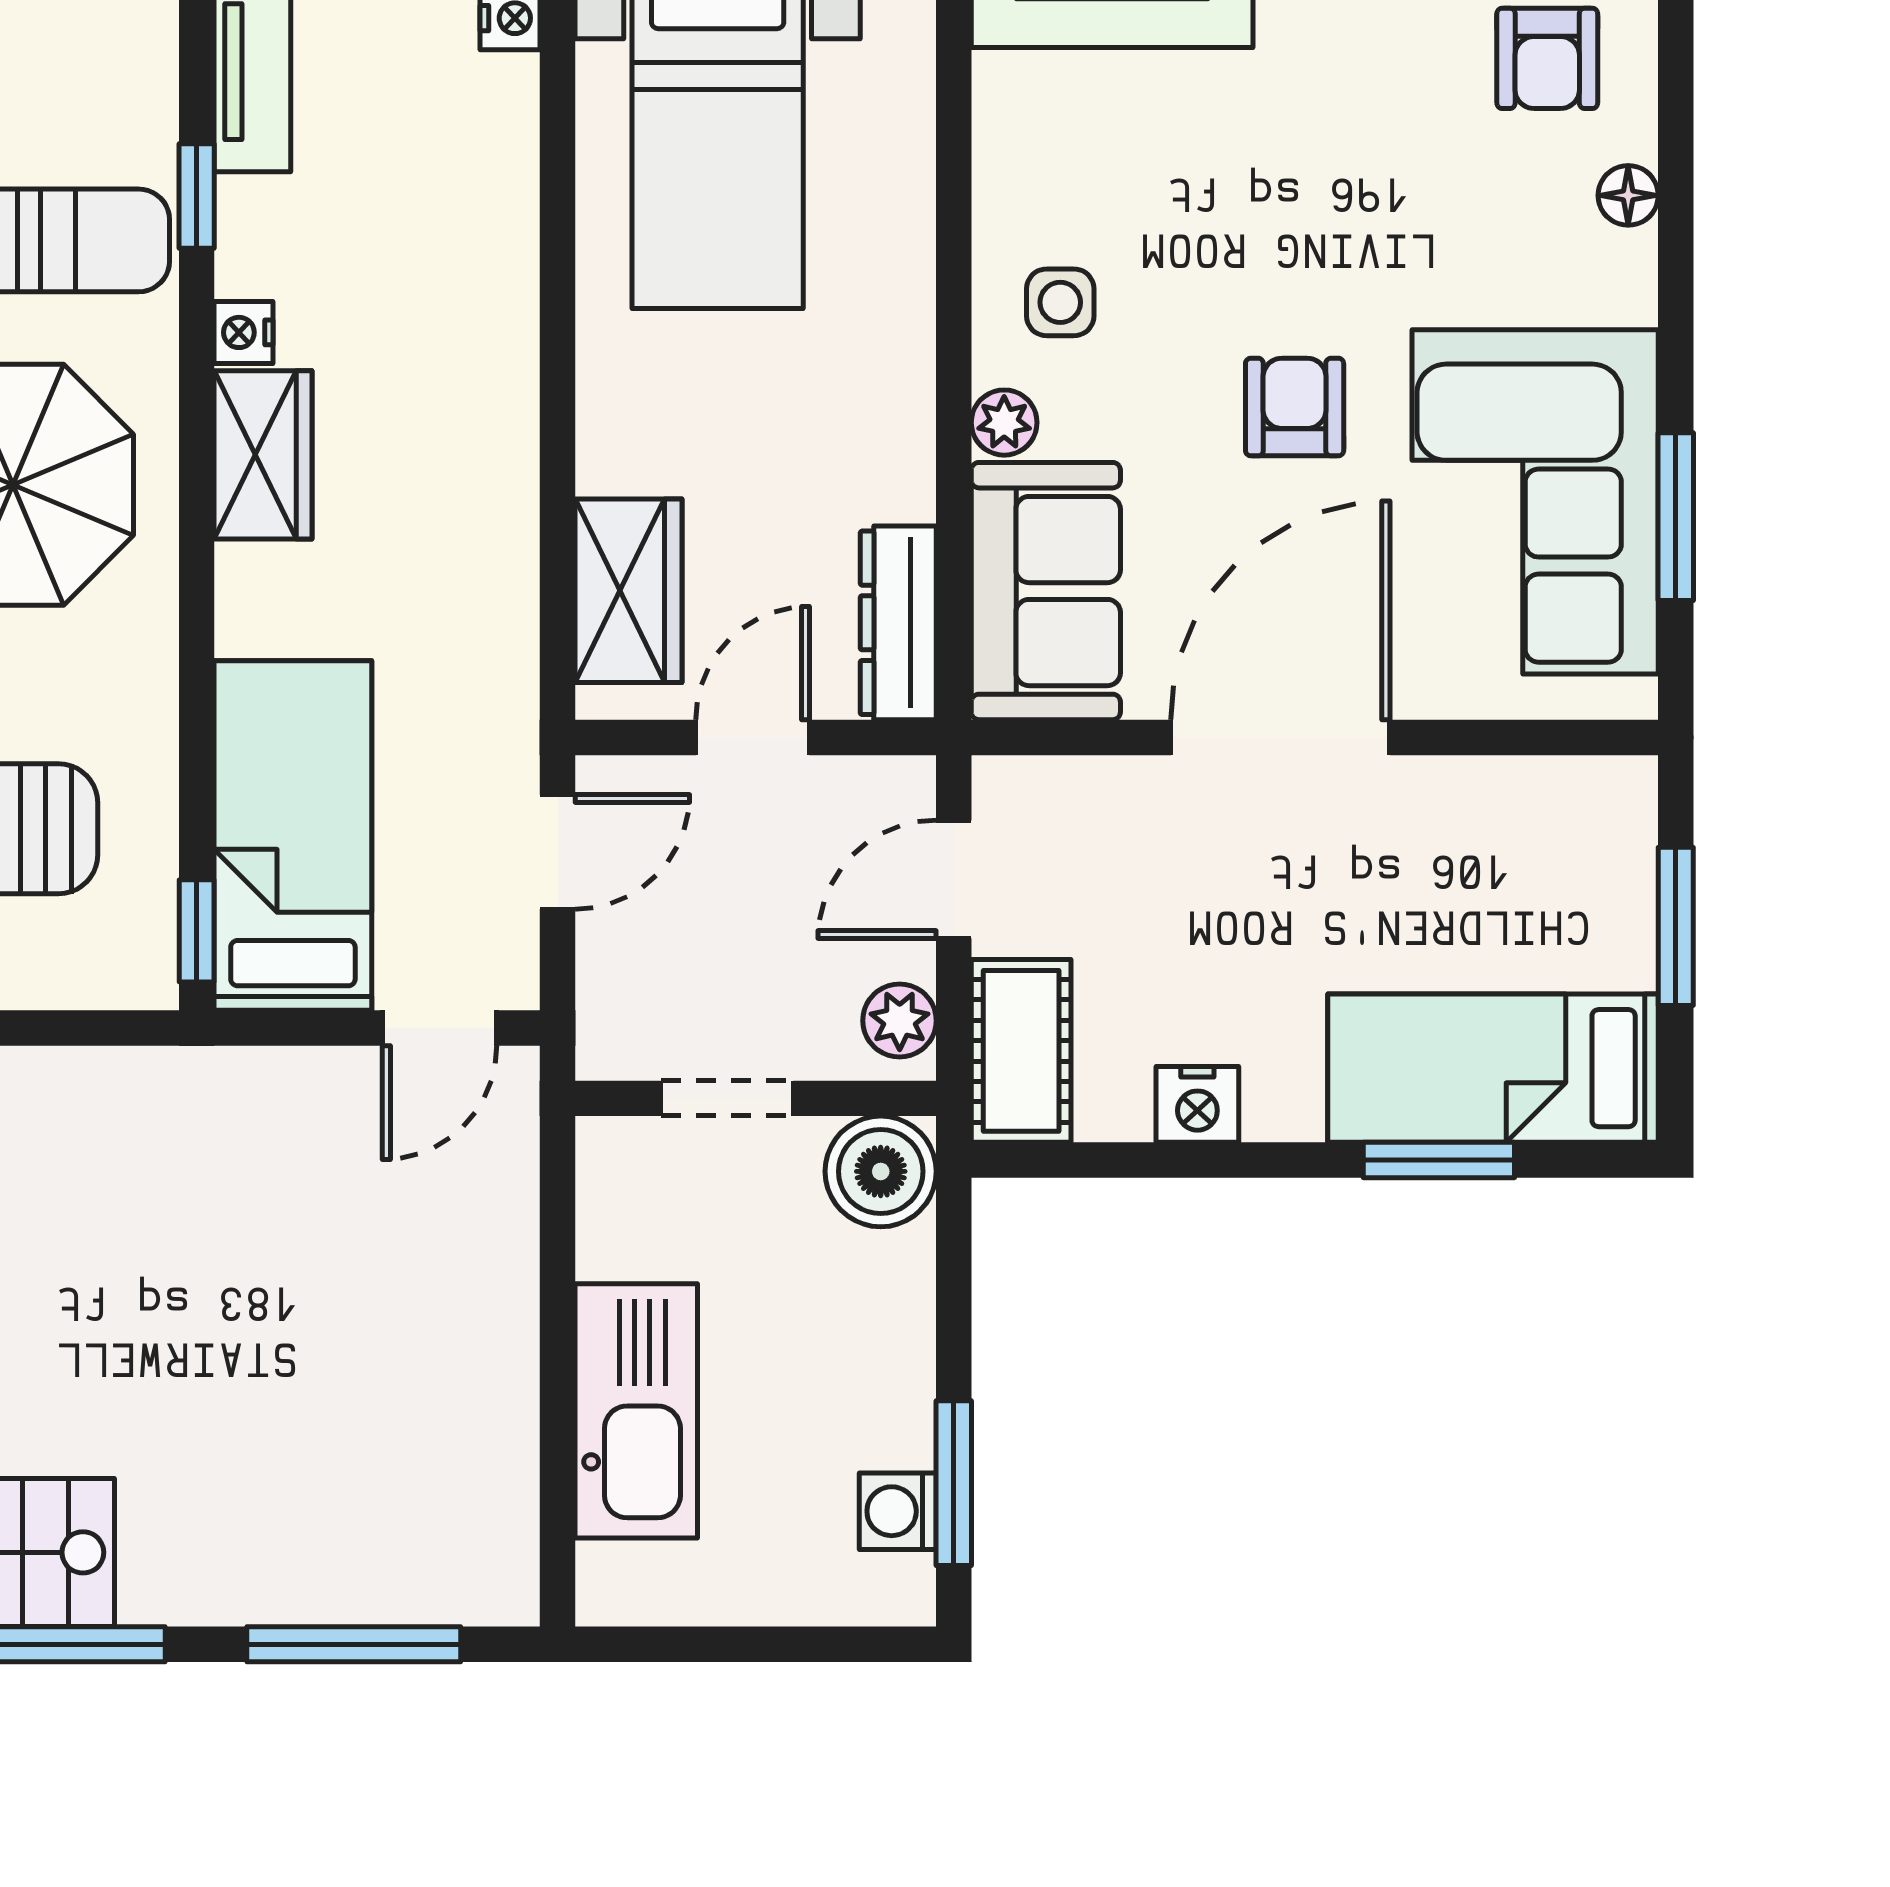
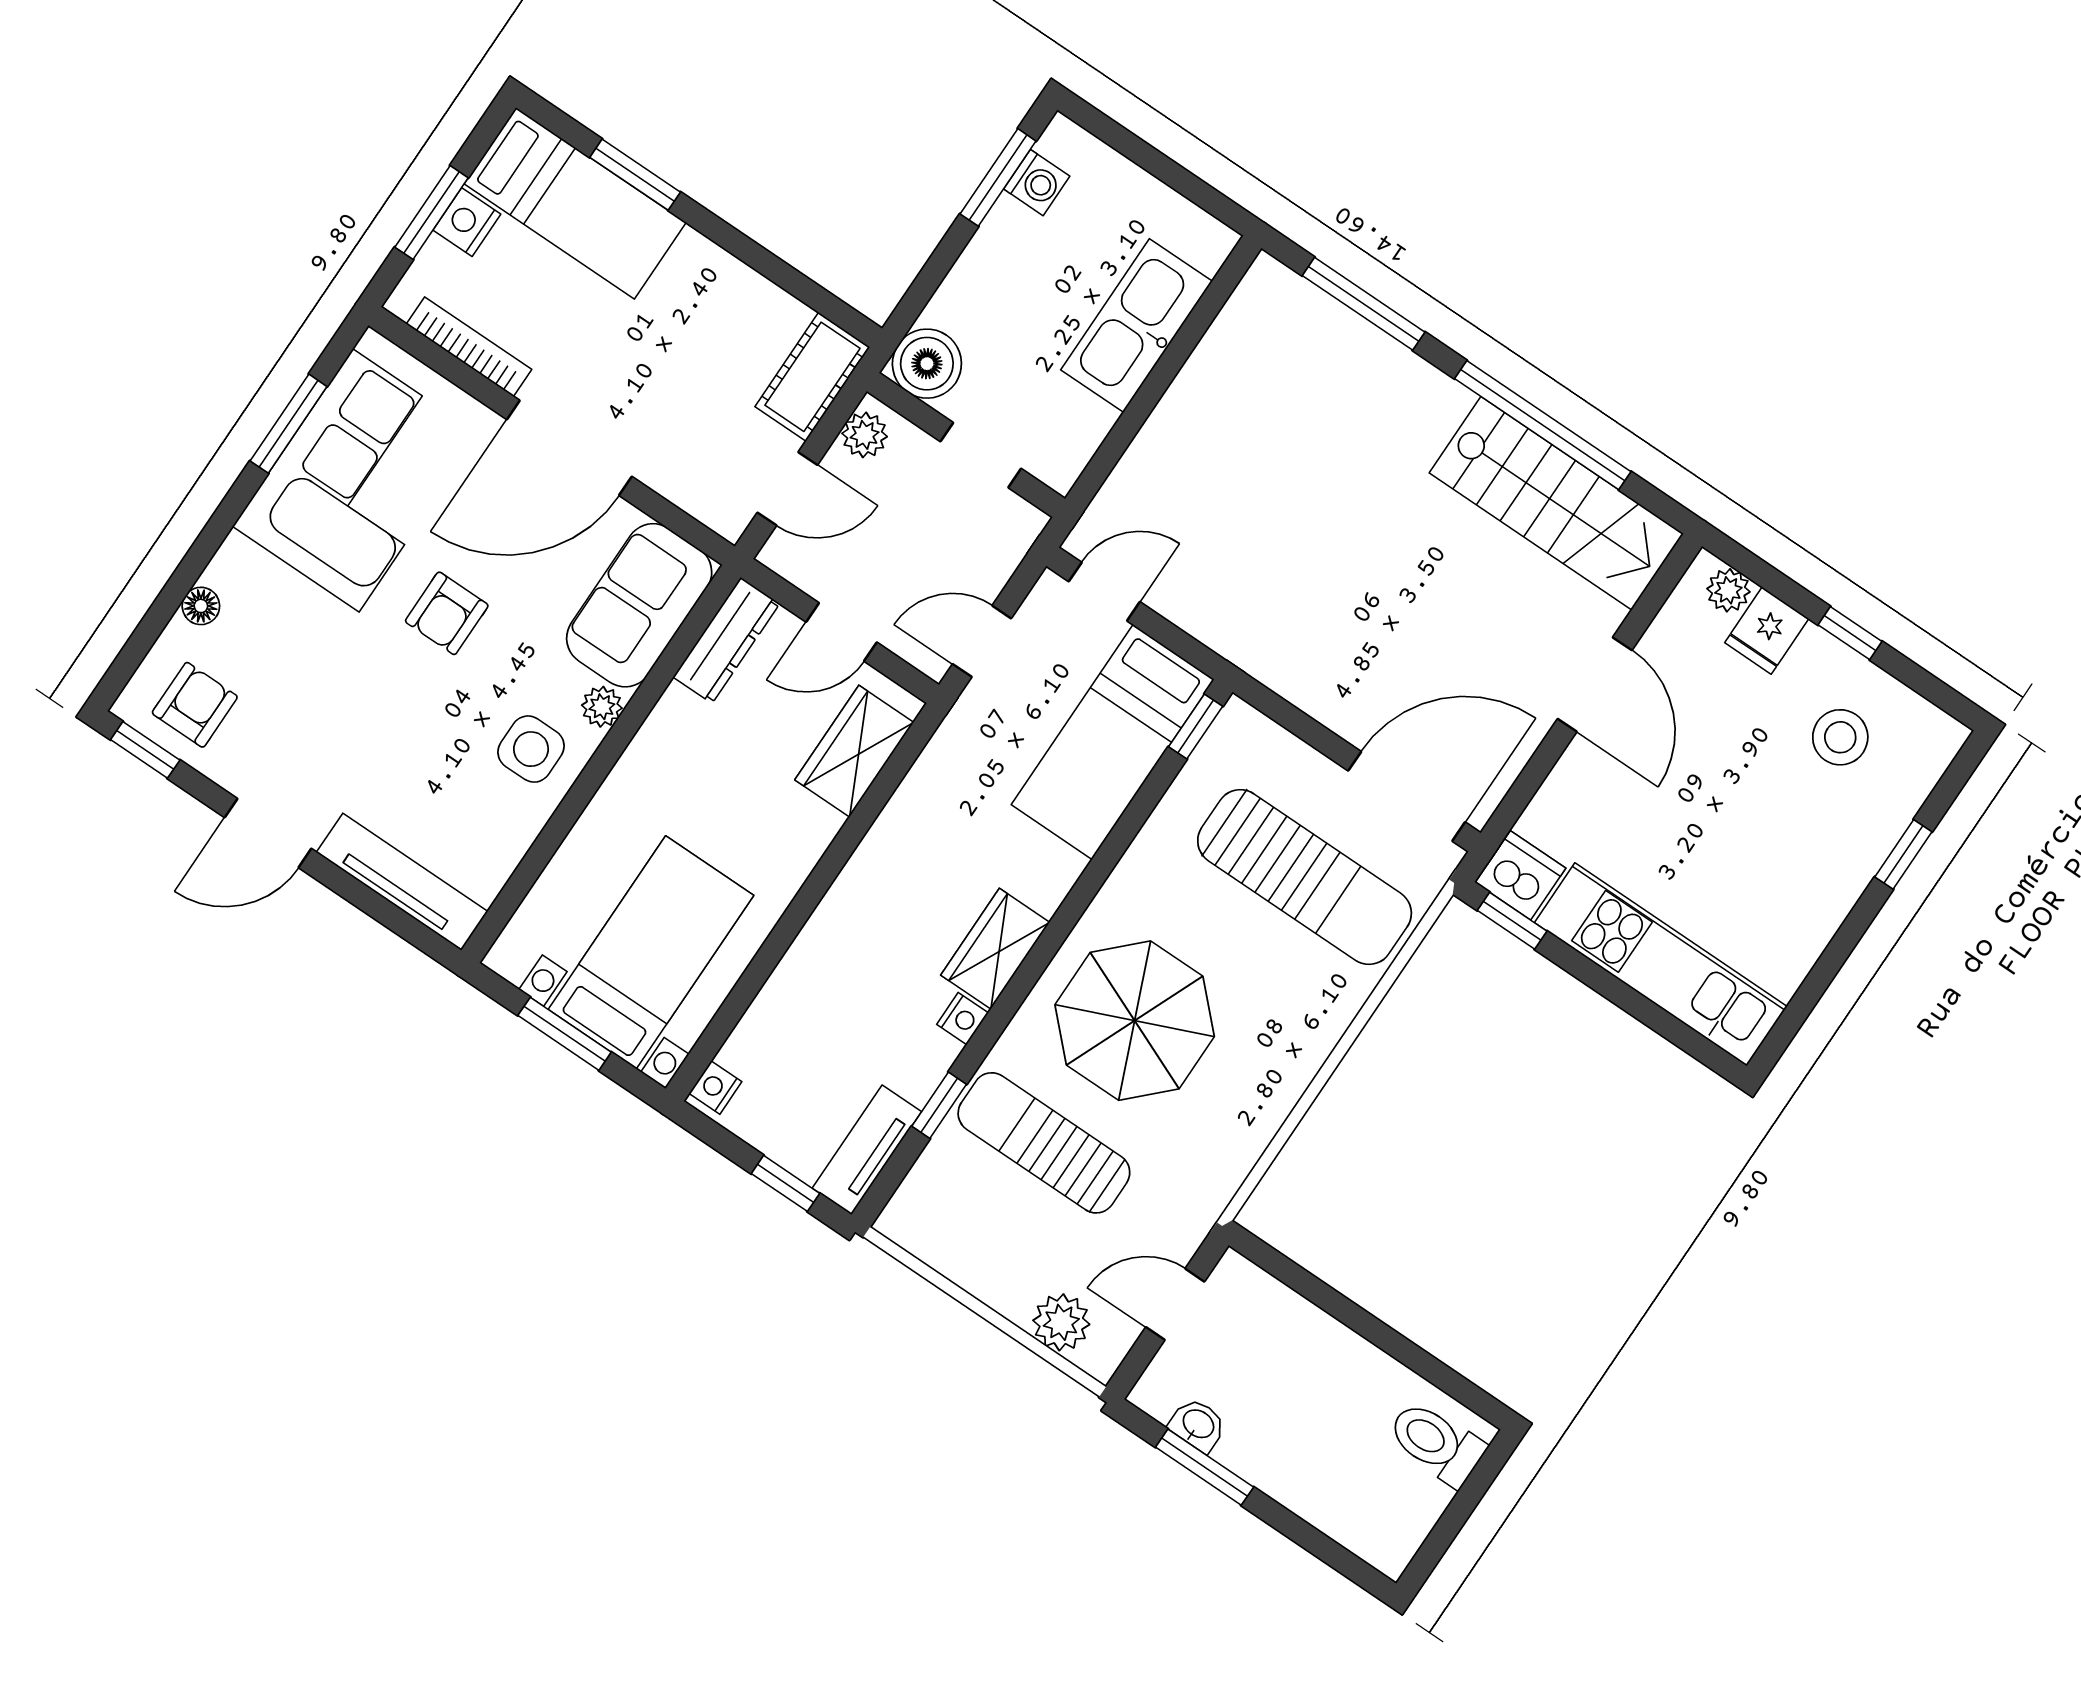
side table: (1060, 302) -> (531, 749), width x1.37, depth x1.37
bookcase: (1505, 782) -> (469, 347), added
nightstand: (1197, 1104) -> (467, 222), moved, turned -90

